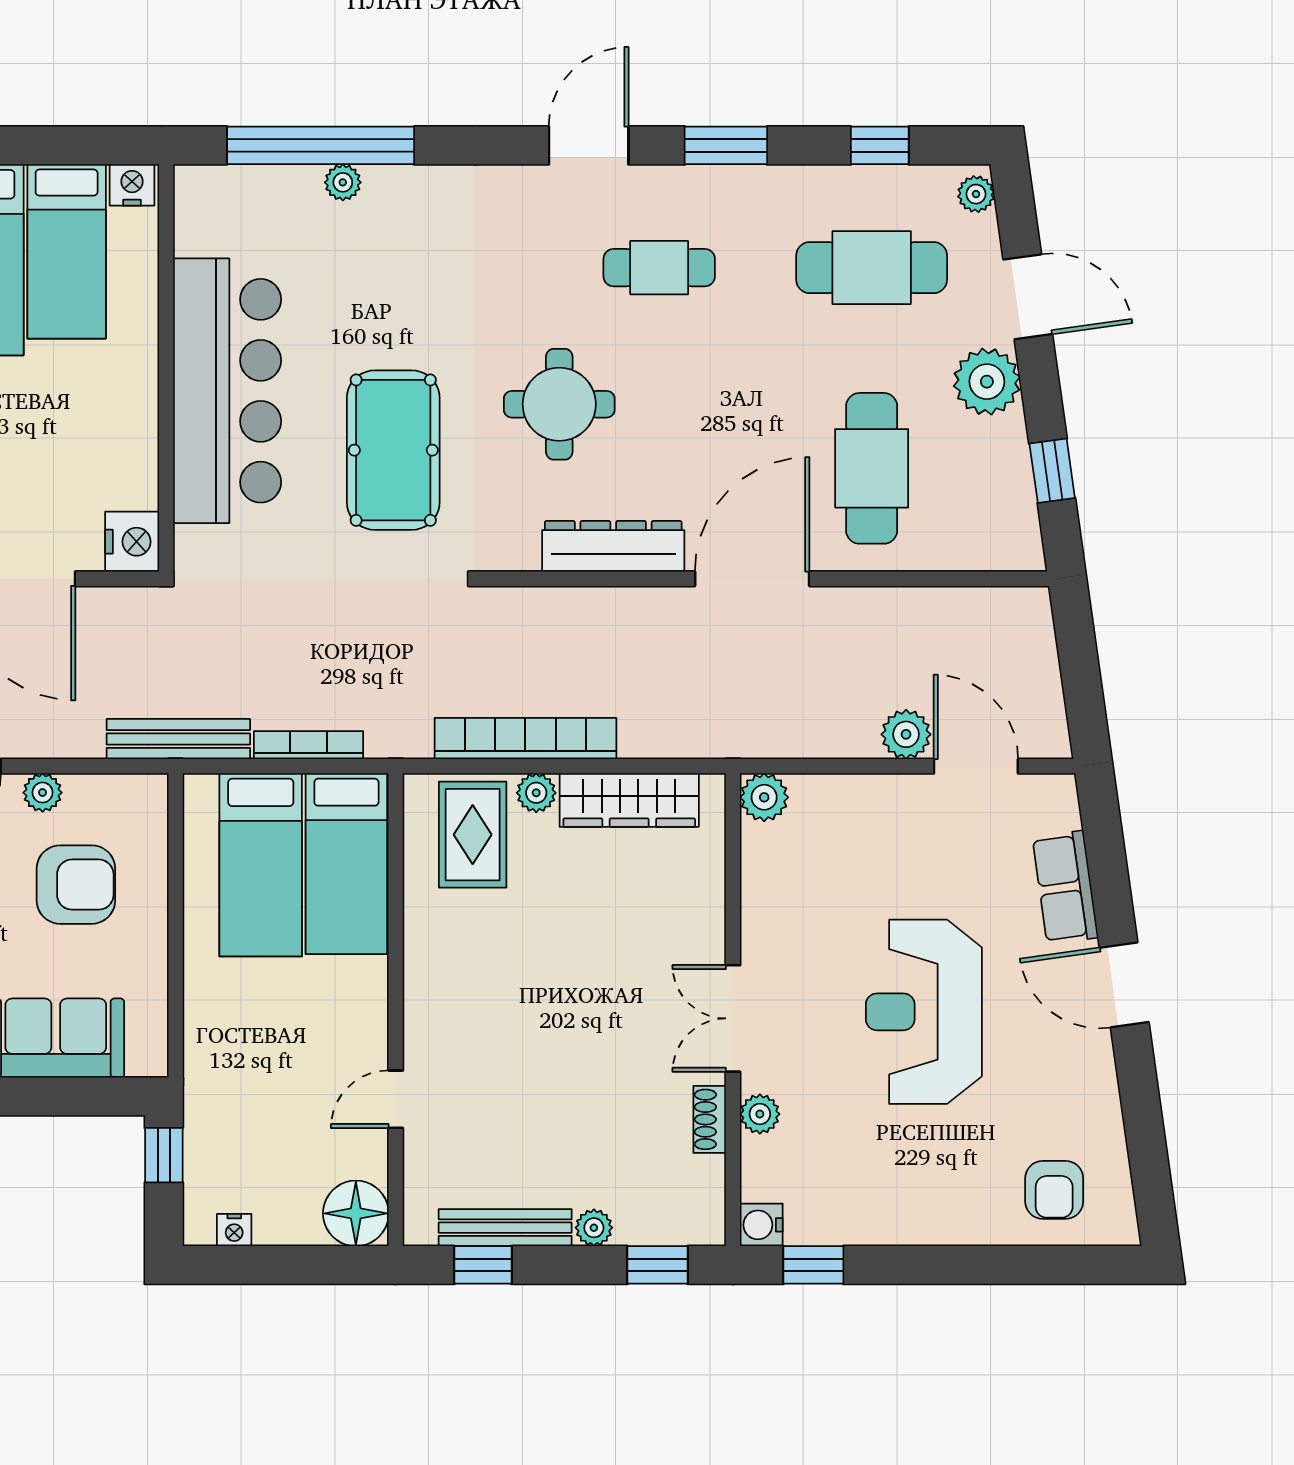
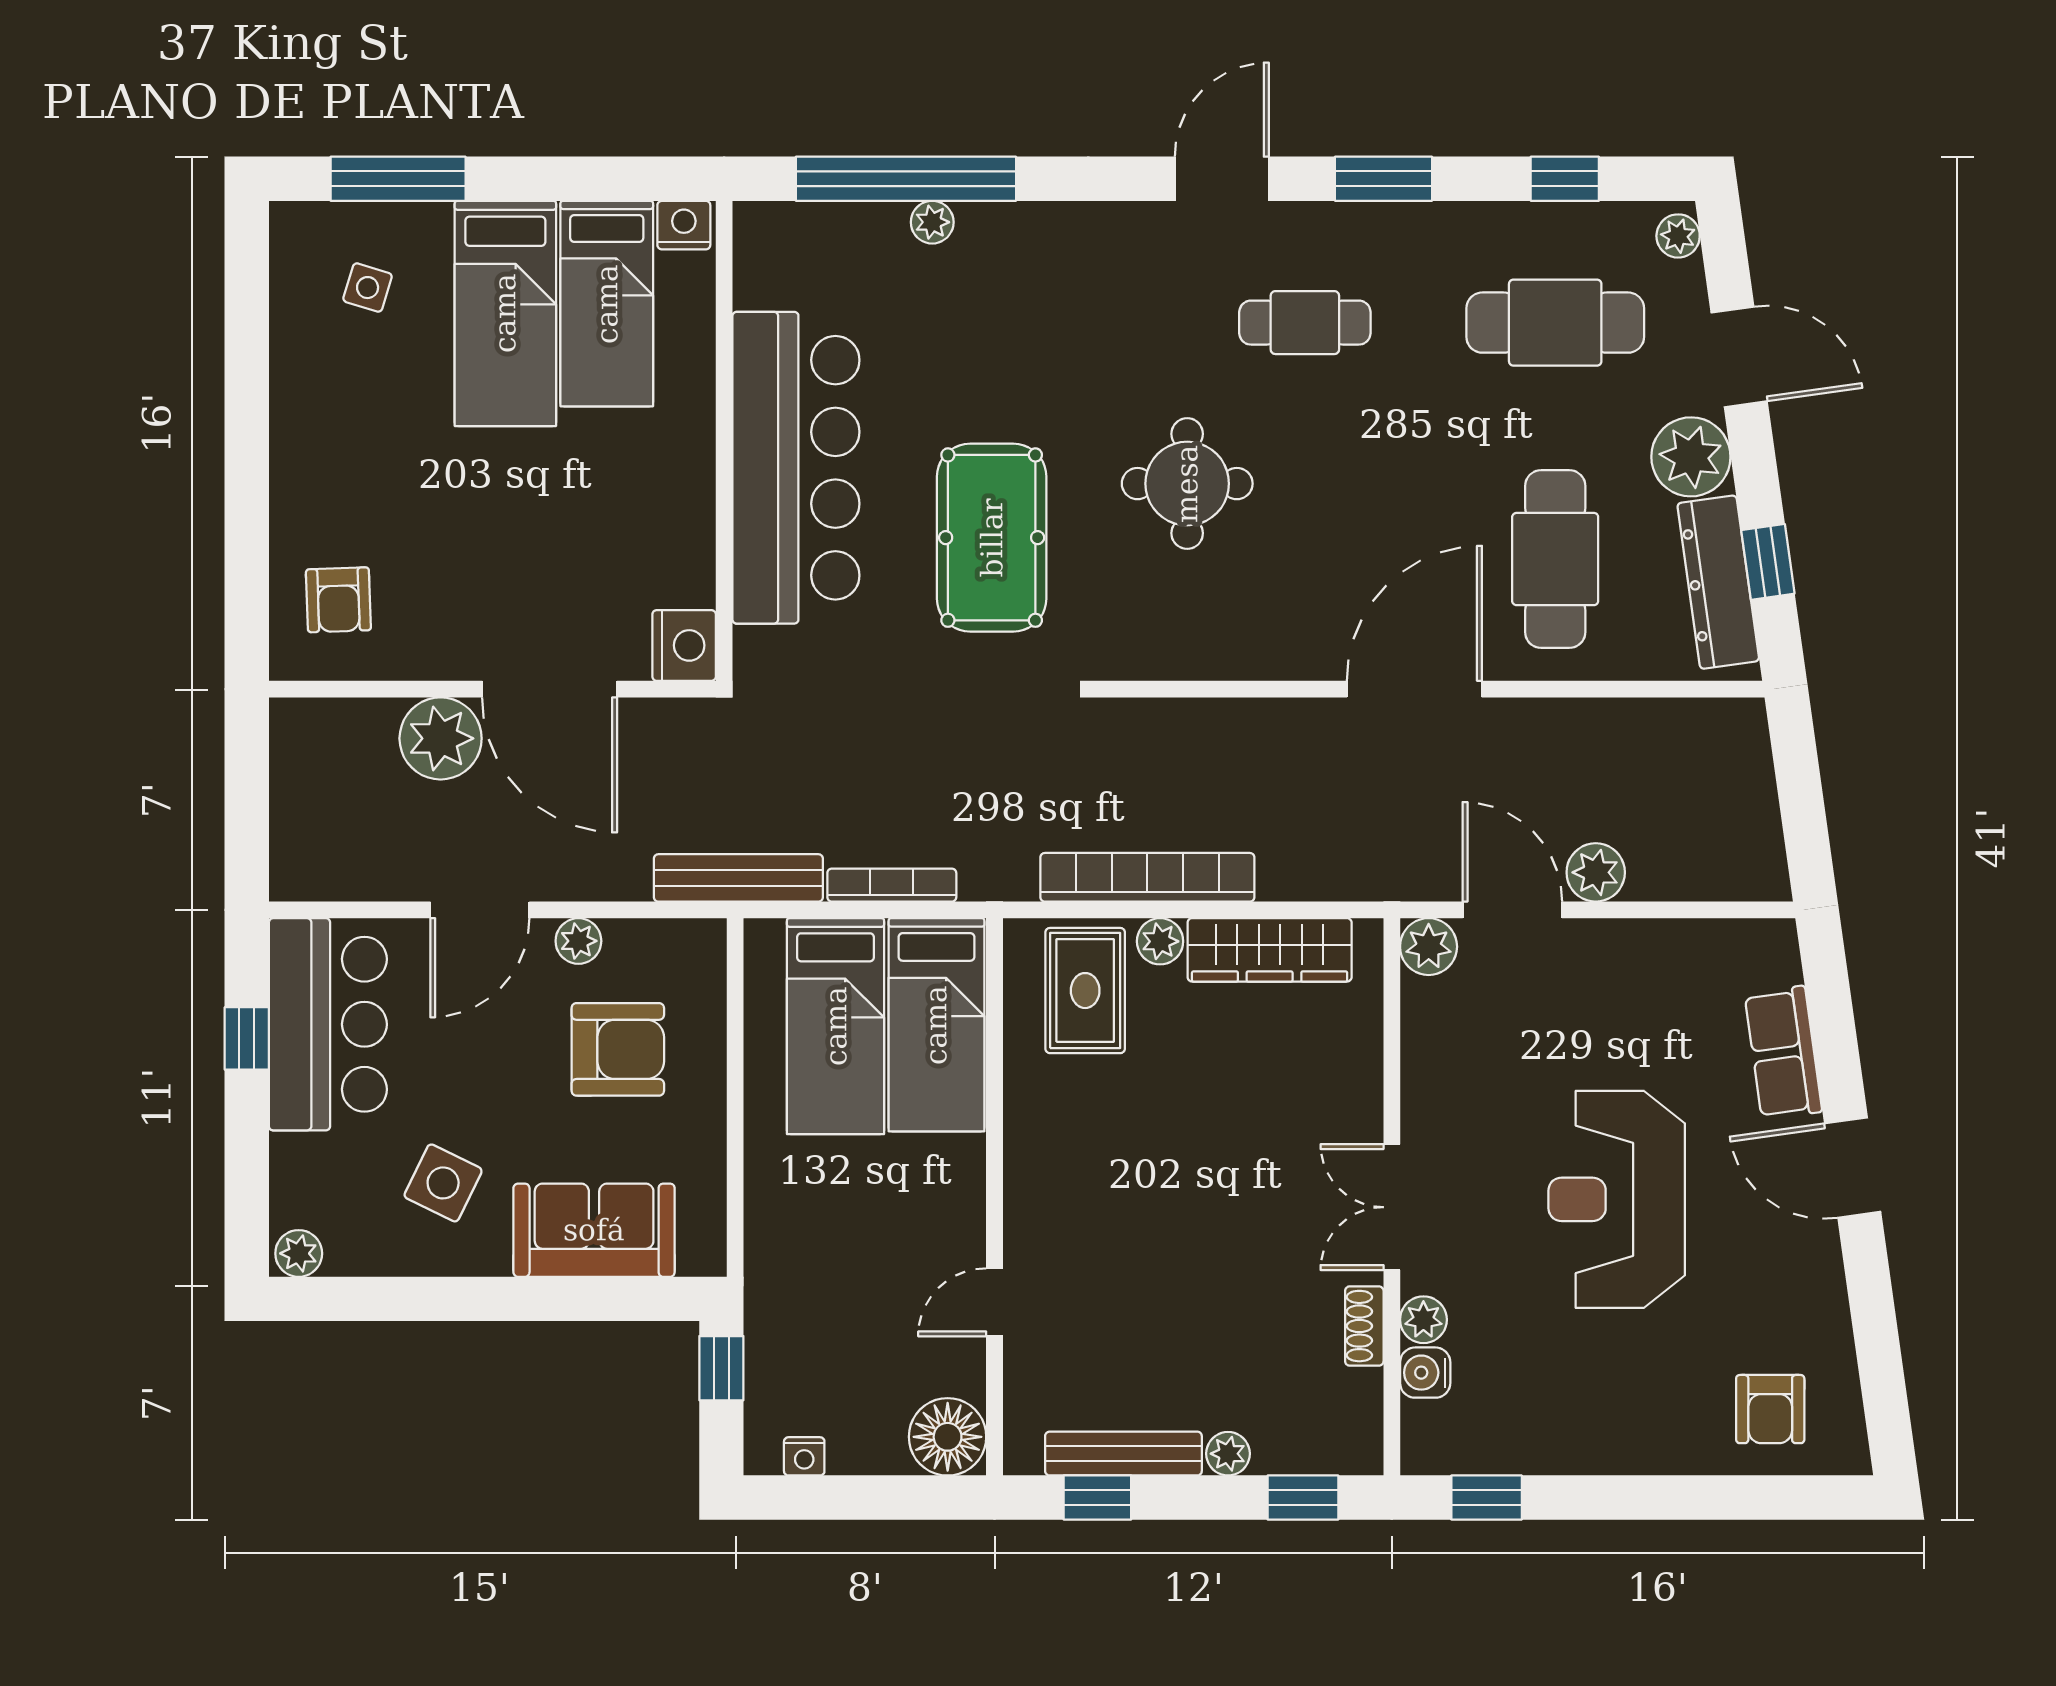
dresser: (613, 546) -> (1718, 582), moved, turned -98
door: (976, 766) -> (1512, 910), moved
water cooler: (761, 1225) -> (1425, 1373), moved

